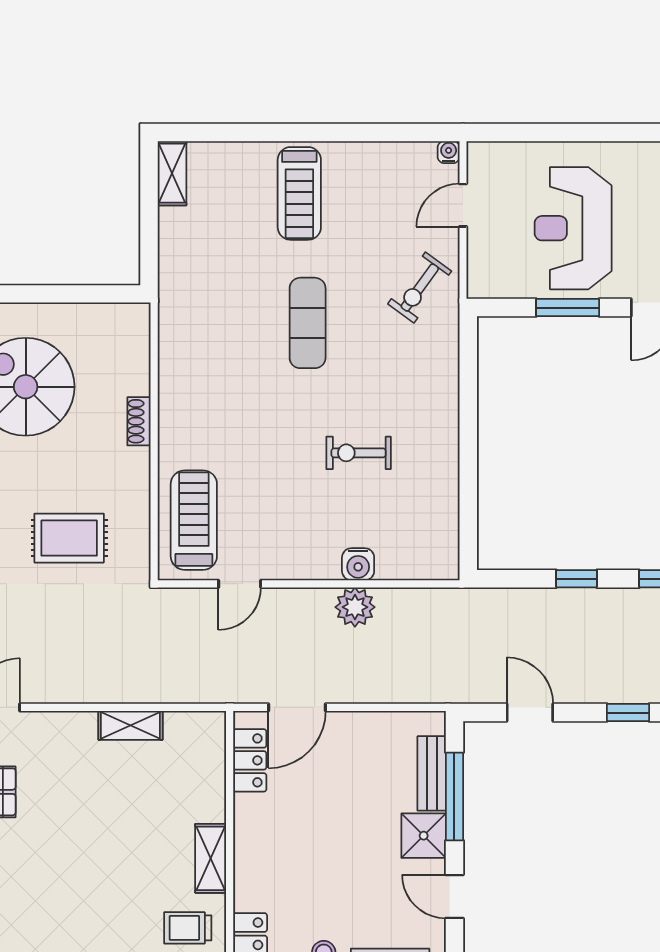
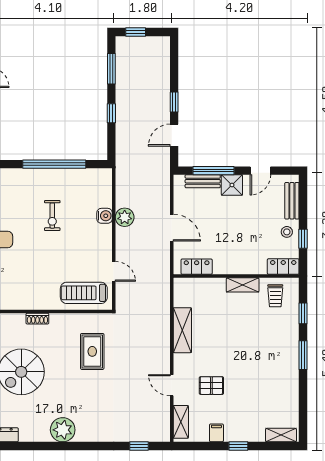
window: (468, 457) -> (54, 164), added
door: (297, 707) -> (172, 228), moved
window: (628, 713) -> (174, 102), moved
shelving: (130, 725) -> (182, 330), width x1.50, depth x1.33

